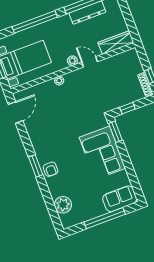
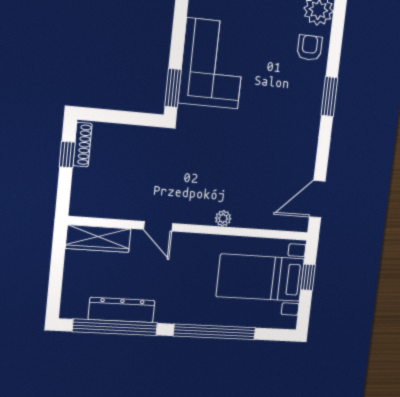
plant: (72, 61) -> (186, 241), removed
window: (127, 108) -> (133, 118), removed
armchair: (51, 169) -> (310, 48), moved

